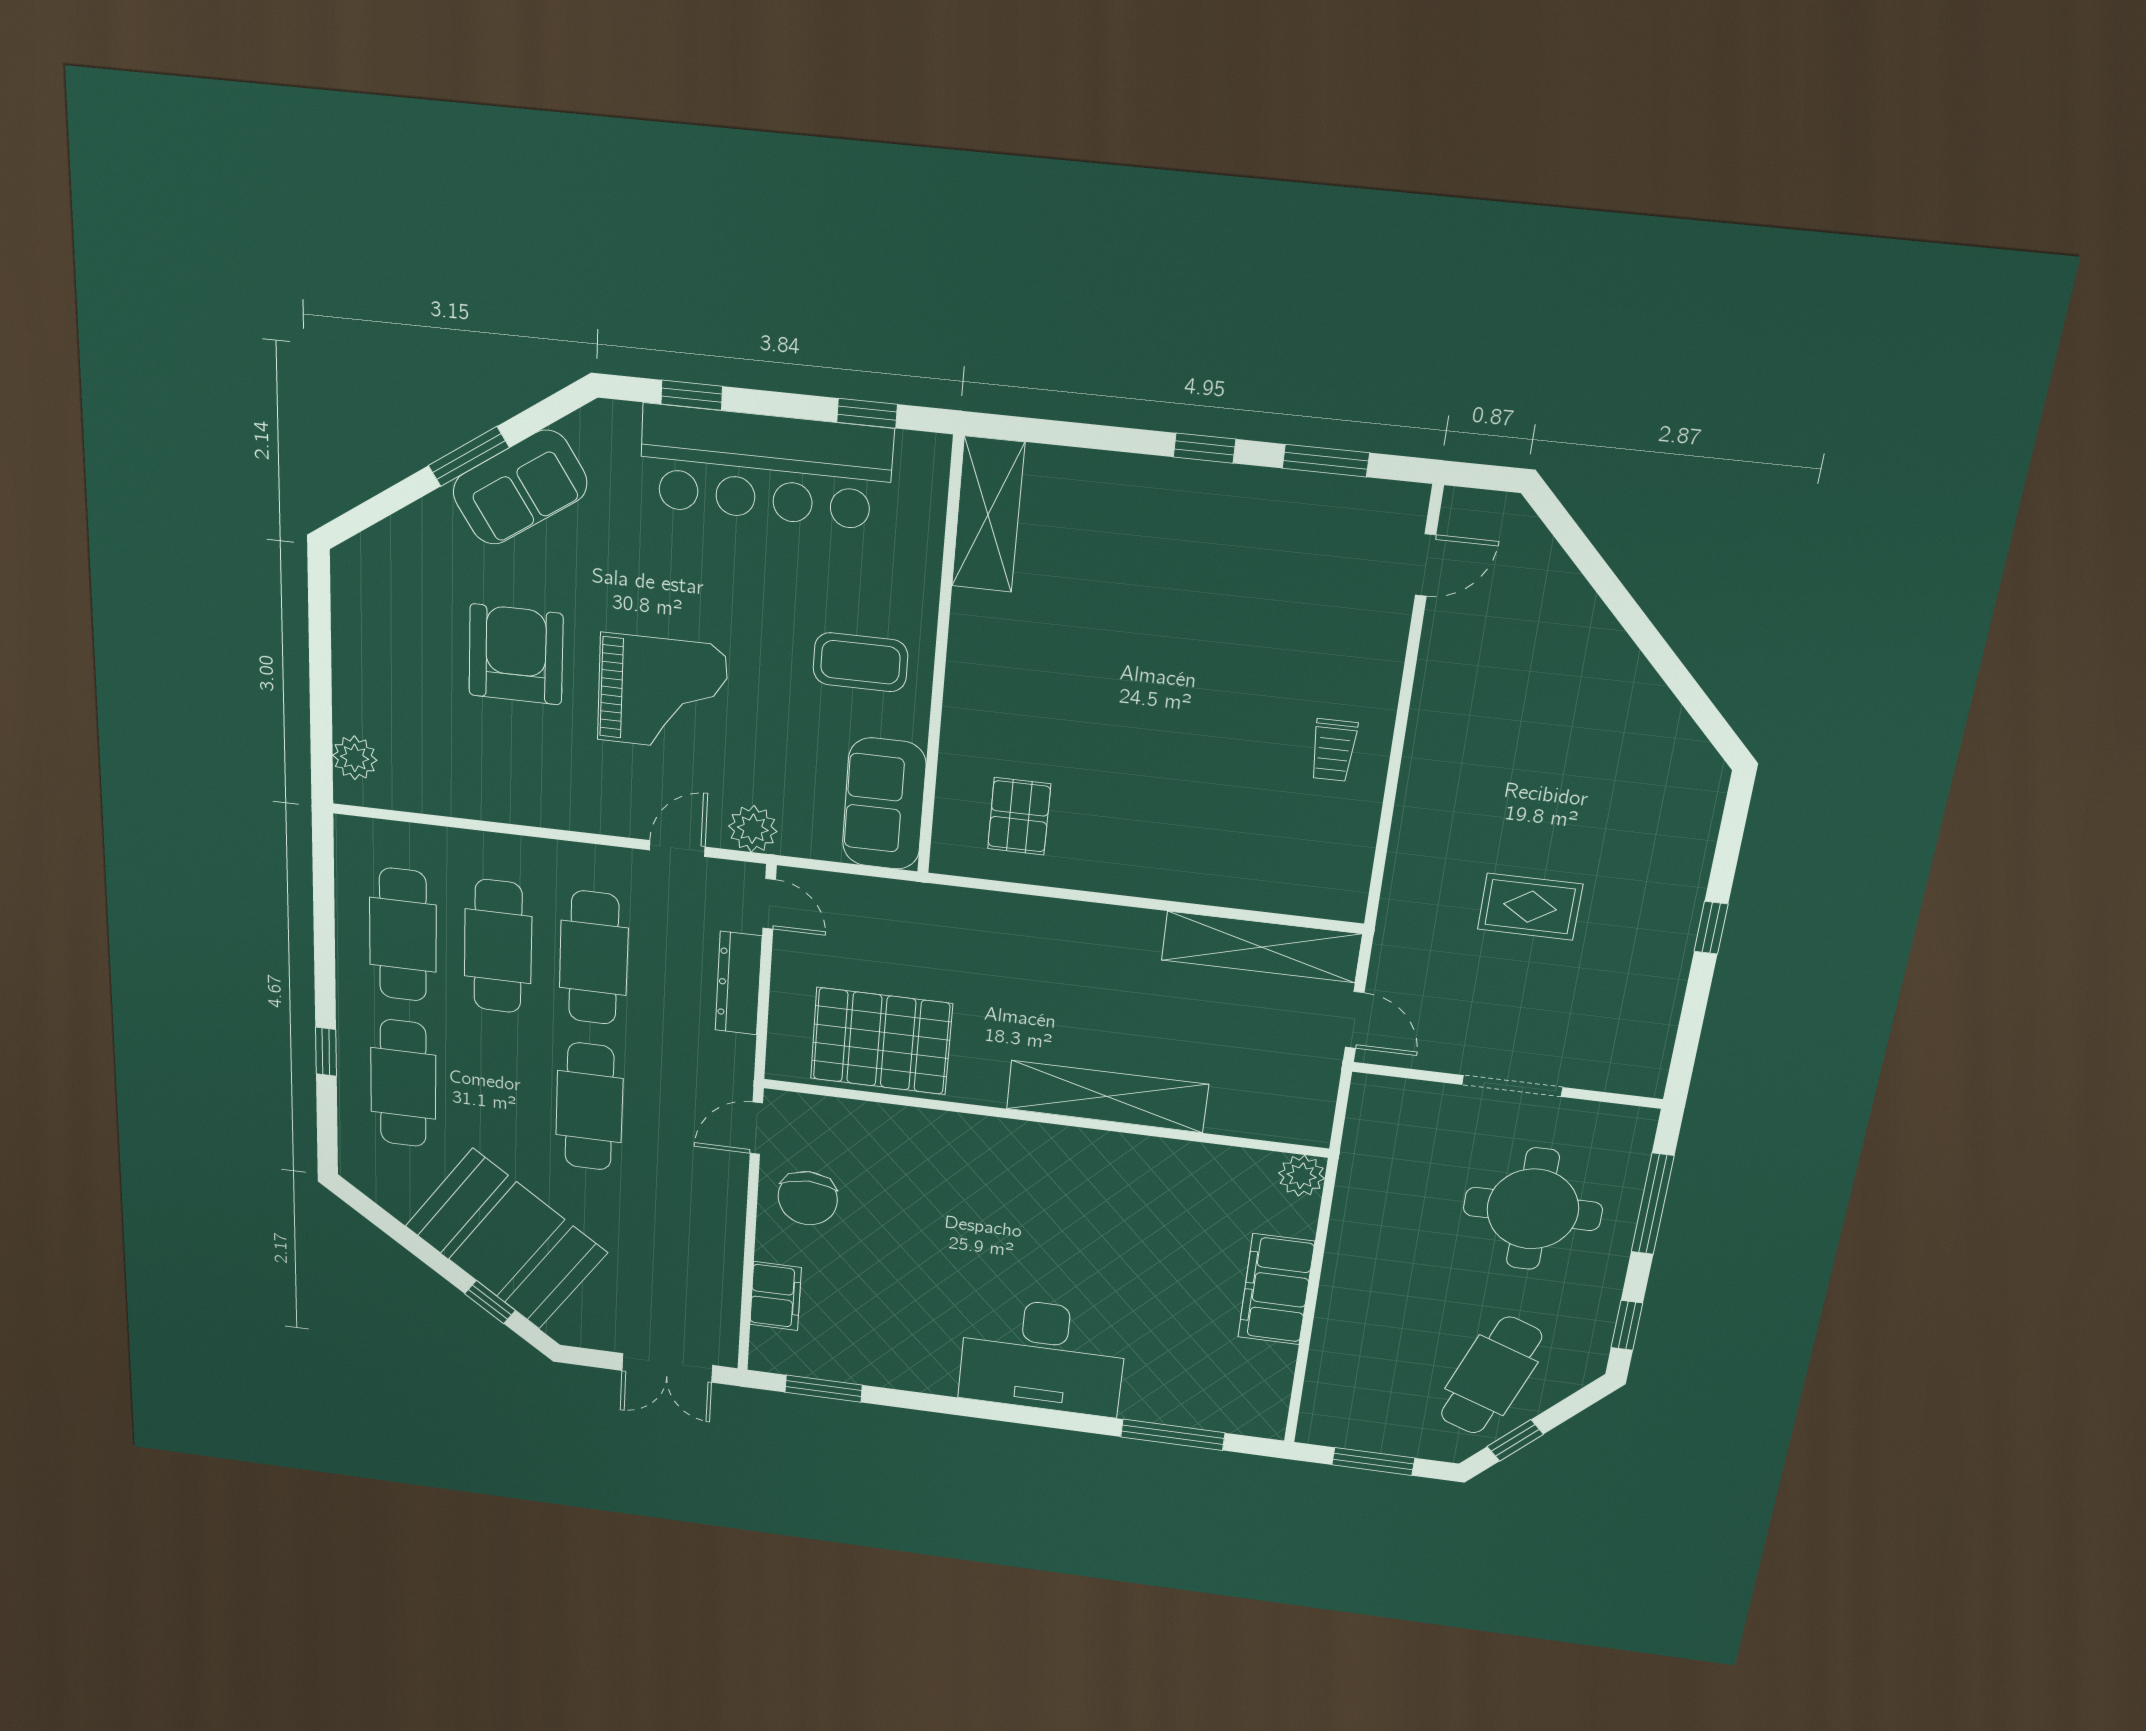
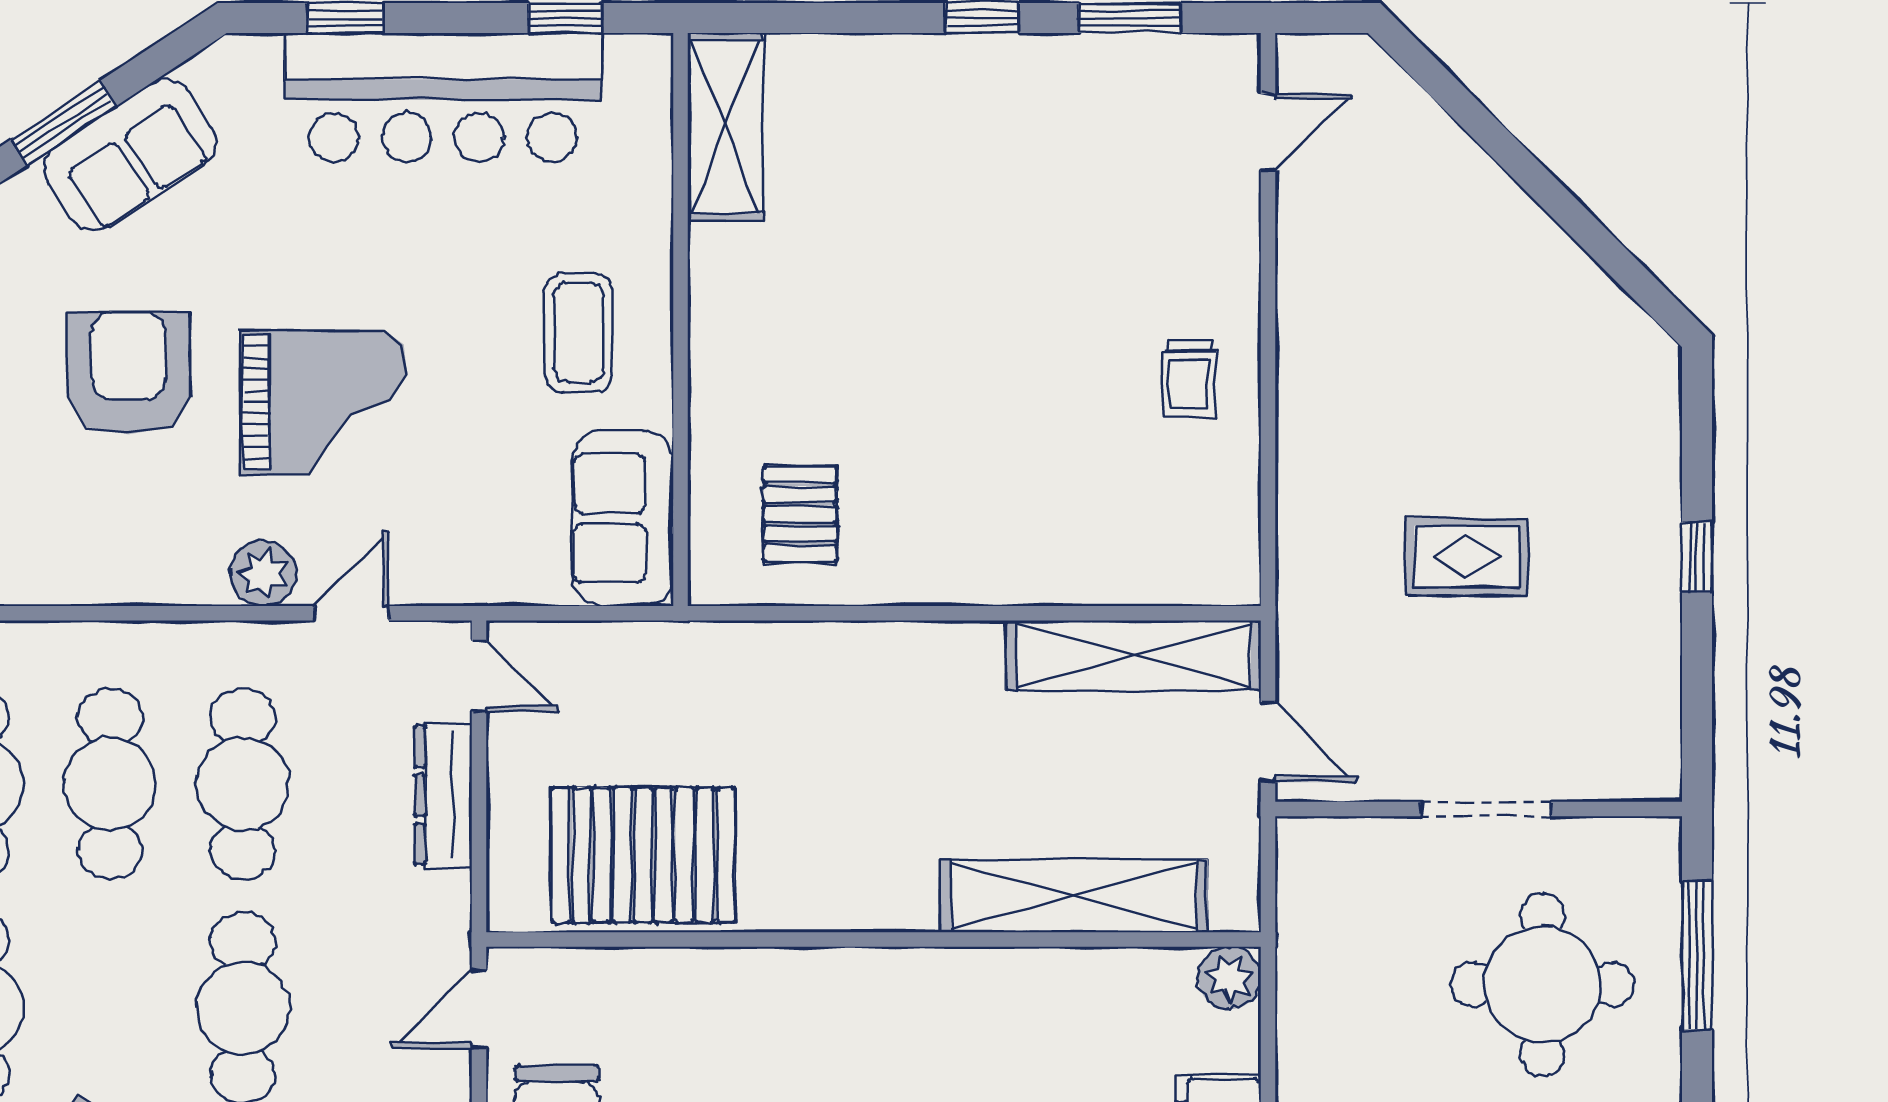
coffee table: (860, 662) -> (579, 333), turned 90
plant: (753, 829) -> (264, 573), moved
shelving: (1107, 1096) -> (1074, 896), moved

